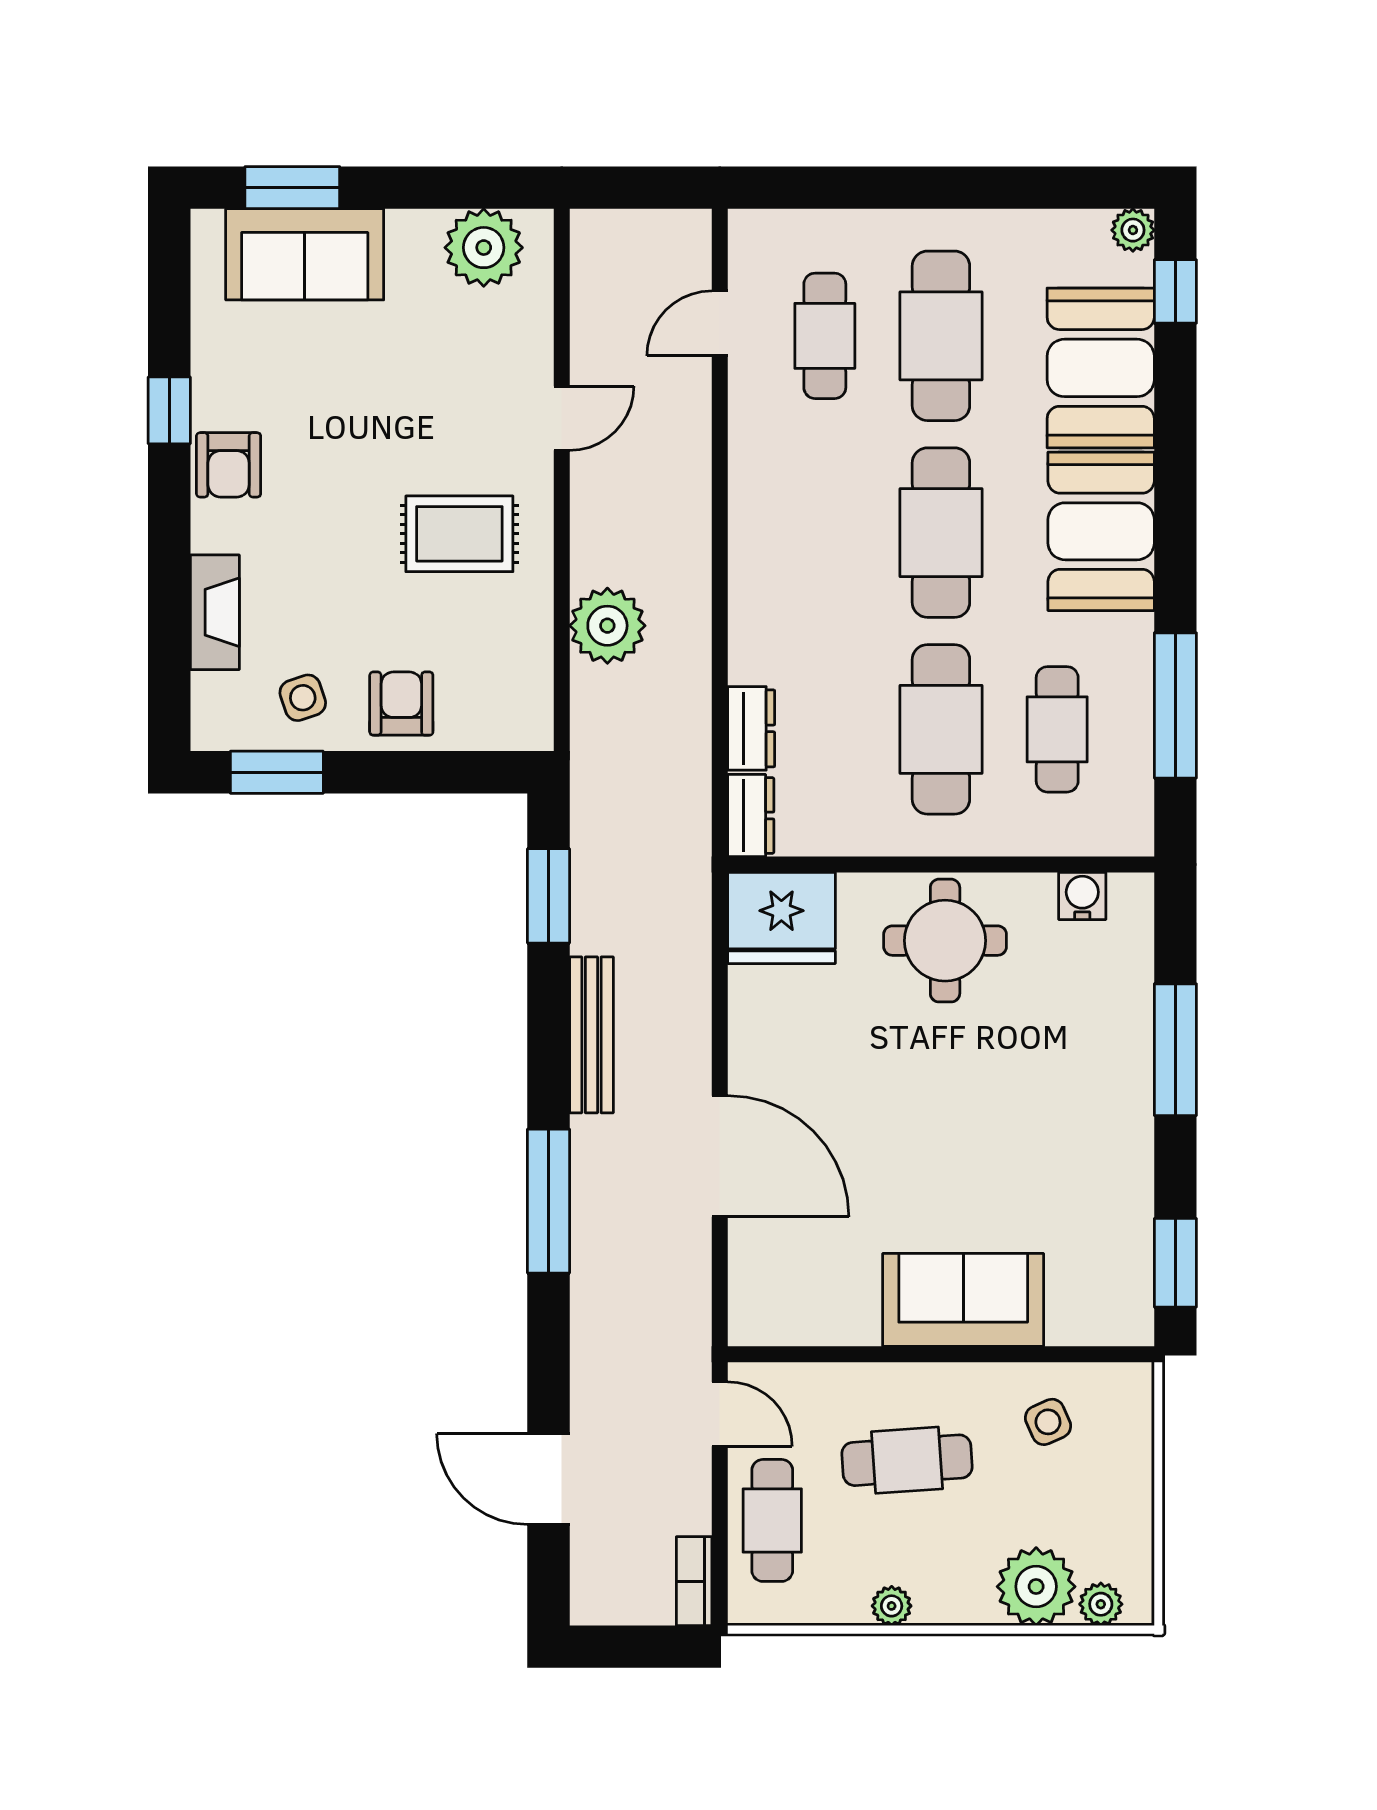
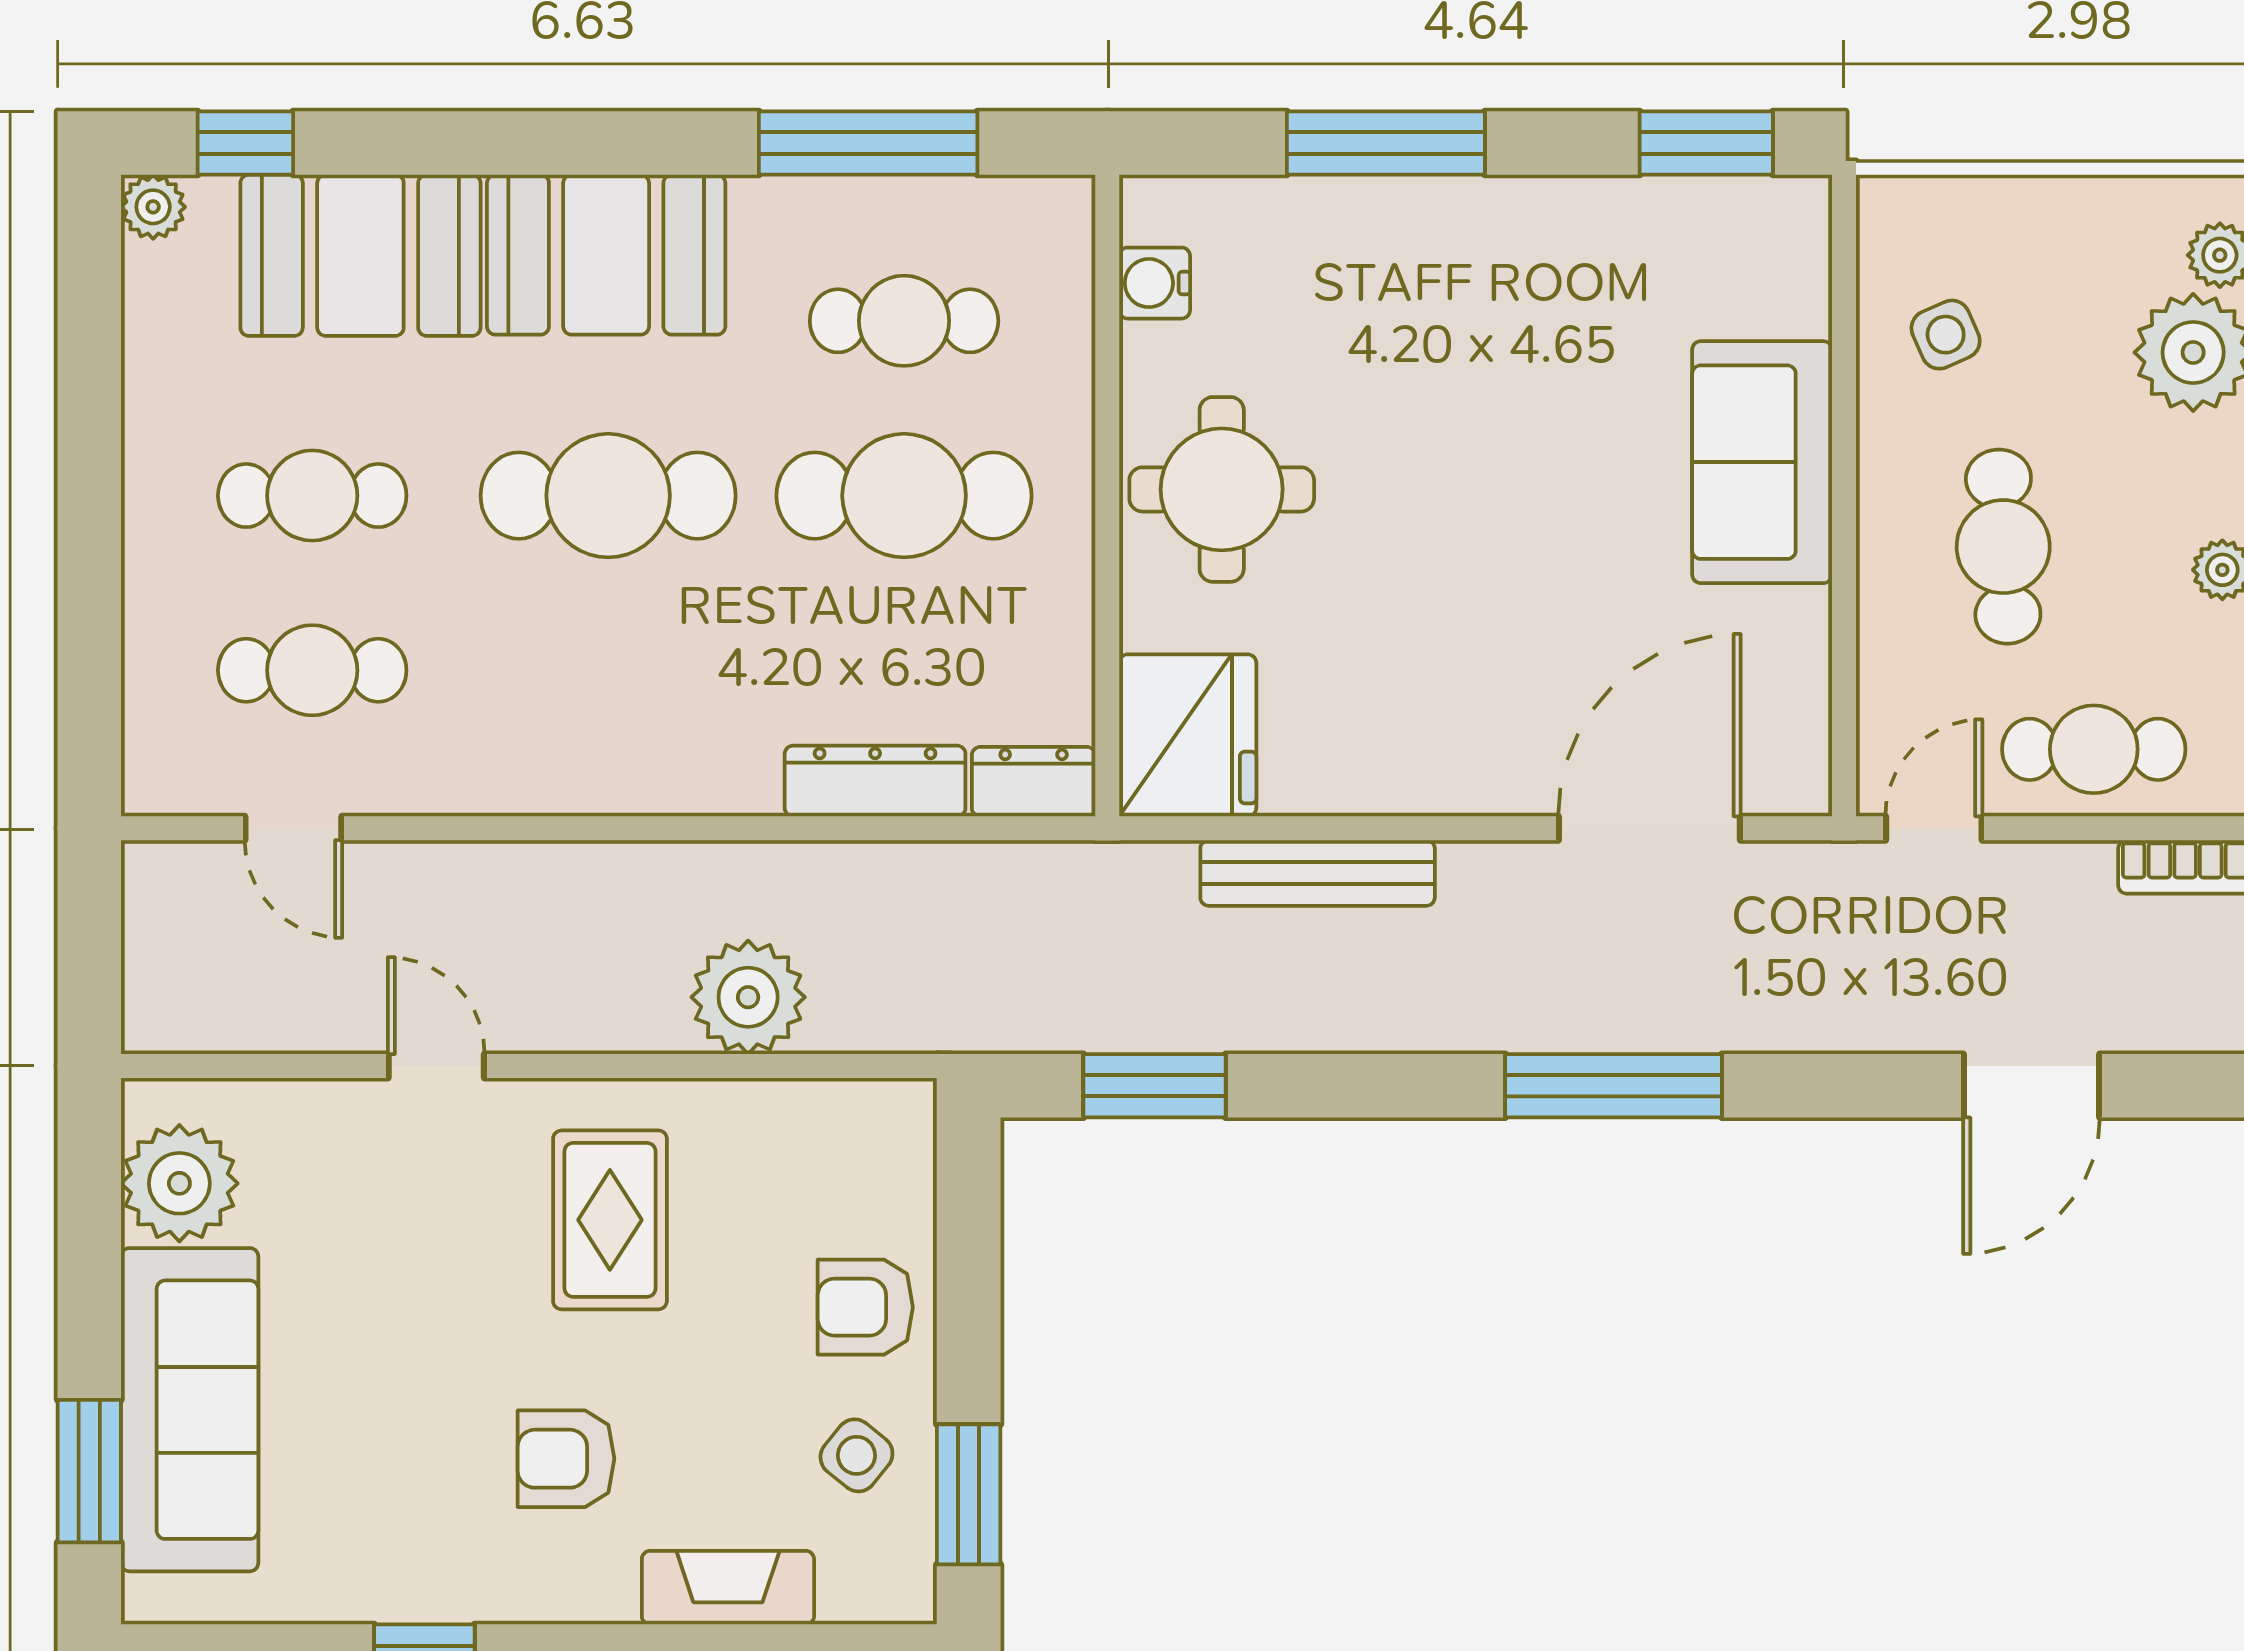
sofa: (305, 254) -> (190, 1410), width x1.36
cafe table: (941, 336) -> (312, 496), width x0.73, depth x0.74
armchair: (229, 465) -> (566, 1459), moved, turned 180
side table: (303, 698) -> (856, 1455), turned -32
dresser: (751, 728) -> (875, 781), width x1.44
bench: (591, 1035) -> (1318, 873), moved
door: (720, 1156) -> (1649, 828), moved

